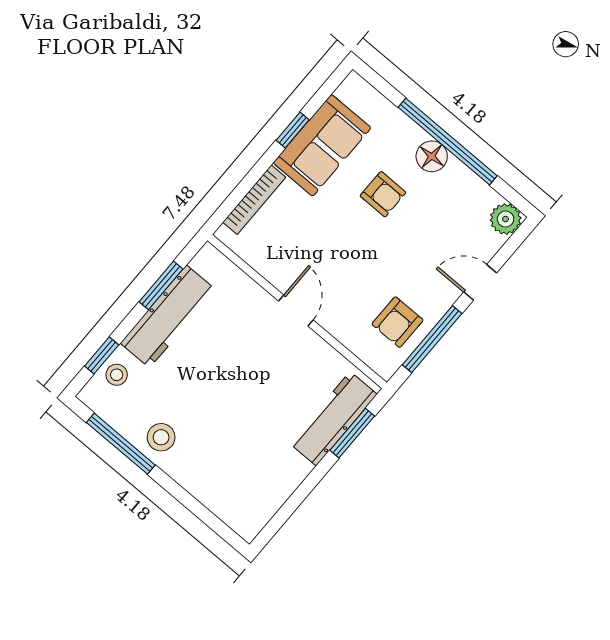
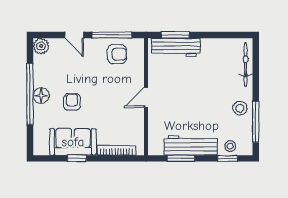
bicycle: (219, 501) -> (246, 65), added

